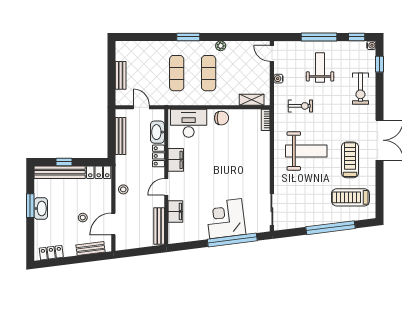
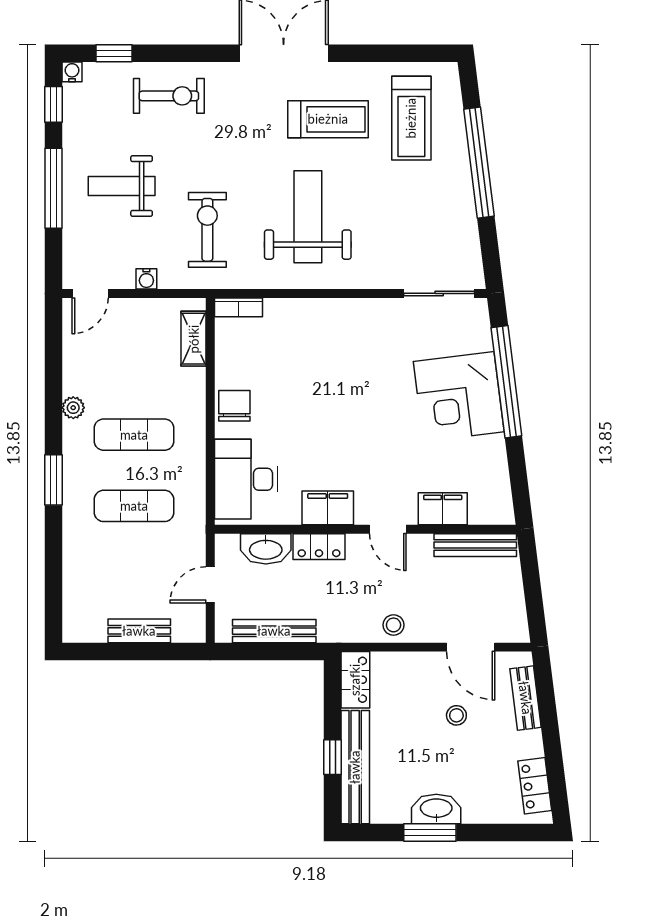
exercise bike: (300, 106) -> (207, 230), width x1.38, depth x1.39
treadmill: (350, 160) -> (328, 119), turned 180

